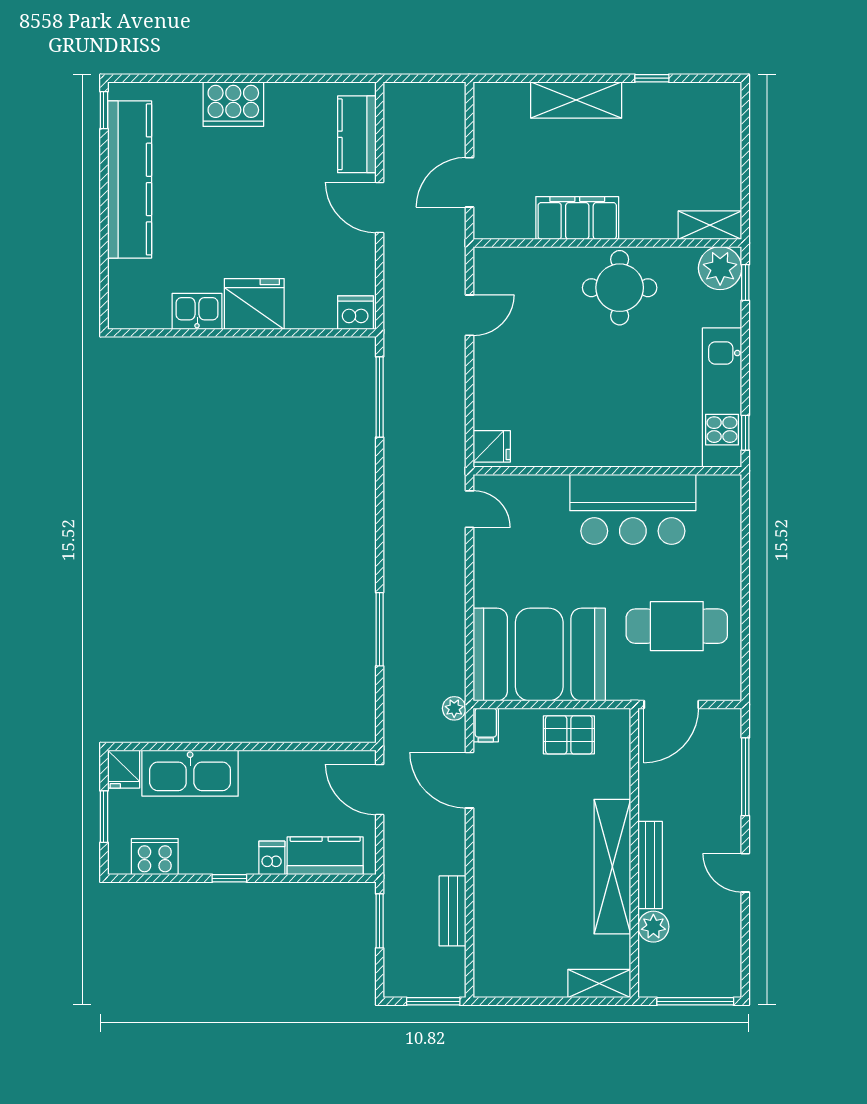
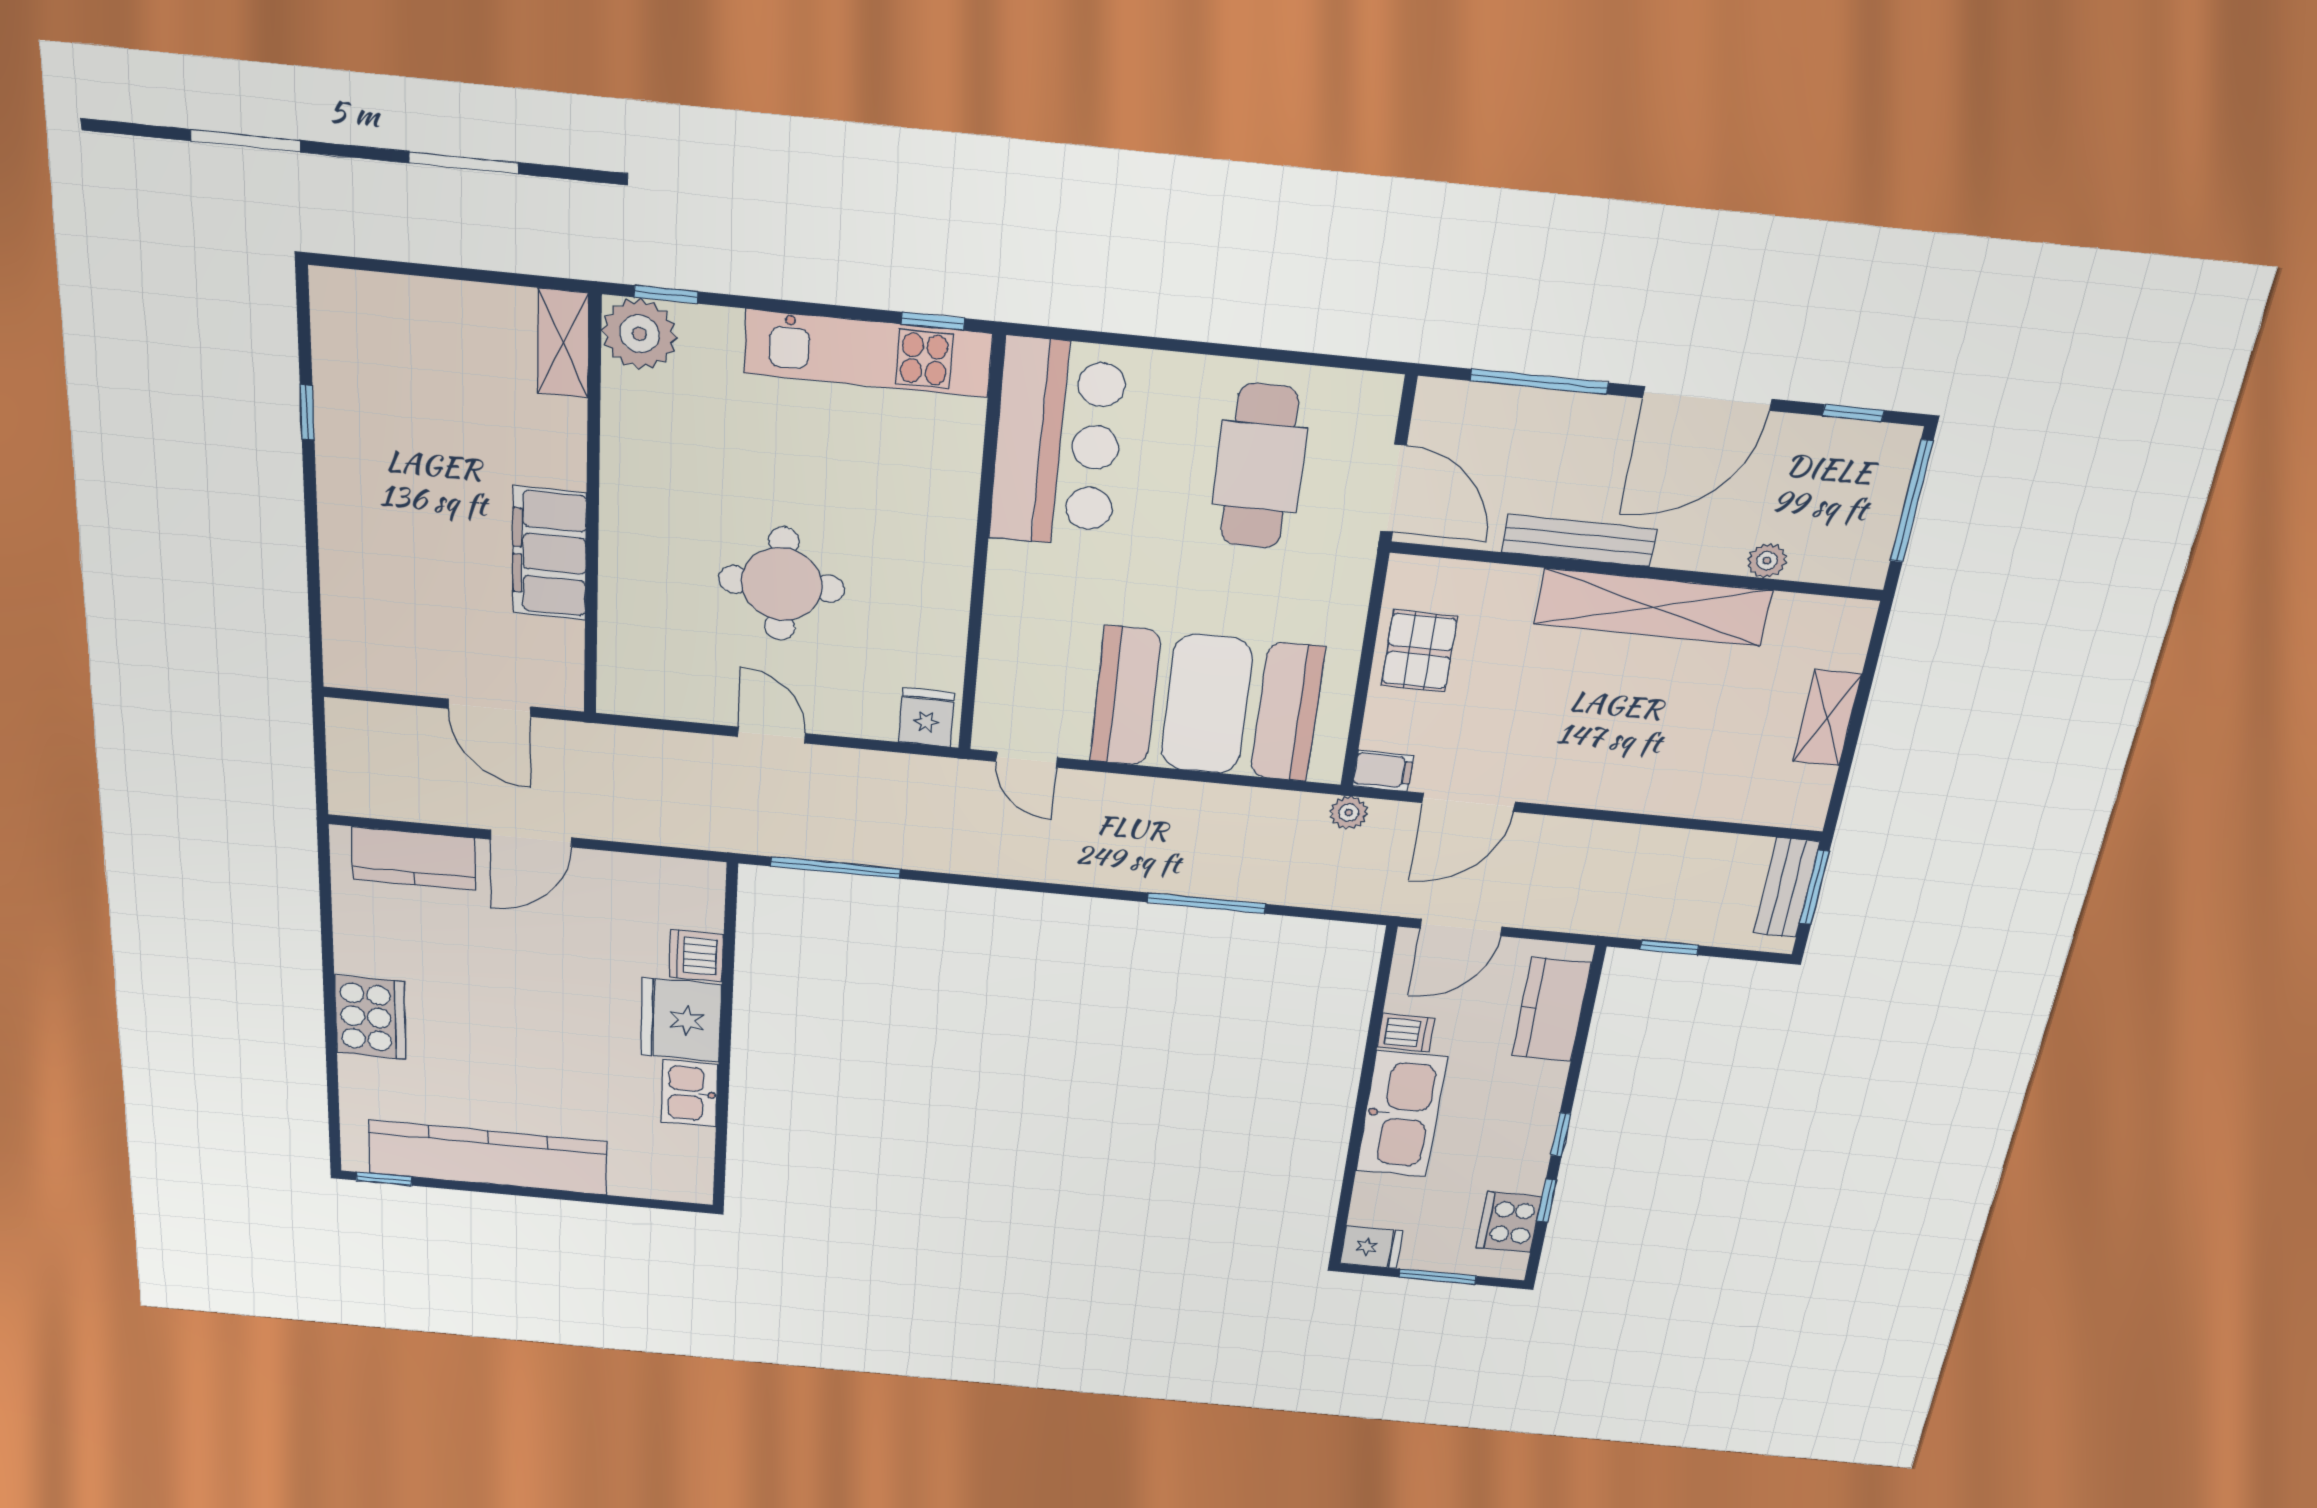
shelving: (576, 100) -> (349, 535), removed
round table: (620, 288) -> (782, 584), moved
dishwasher: (355, 313) -> (696, 956), moved
door: (470, 315) -> (771, 735), moved
door: (470, 509) -> (1027, 760), swing flipped
bar counter: (633, 509) -> (1058, 443), moved
booth: (539, 655) -> (1207, 704), moved, turned 90
kitchen sink: (190, 773) -> (1401, 1114), moved
dishwasher: (272, 858) -> (1406, 1033), moved, turned 180
bench: (650, 865) -> (1579, 541), moved
door: (745, 873) -> (1707, 399), width x1.88
window: (175, 878) -> (1547, 1201), added
bench: (453, 911) -> (1787, 888), moved, turned 90
window: (380, 921) -> (1669, 947), width x0.67
plant: (653, 927) -> (1767, 561), width x0.73, depth x0.73
window: (745, 956) -> (1853, 413), added
shelving: (599, 983) -> (1827, 718), moved

